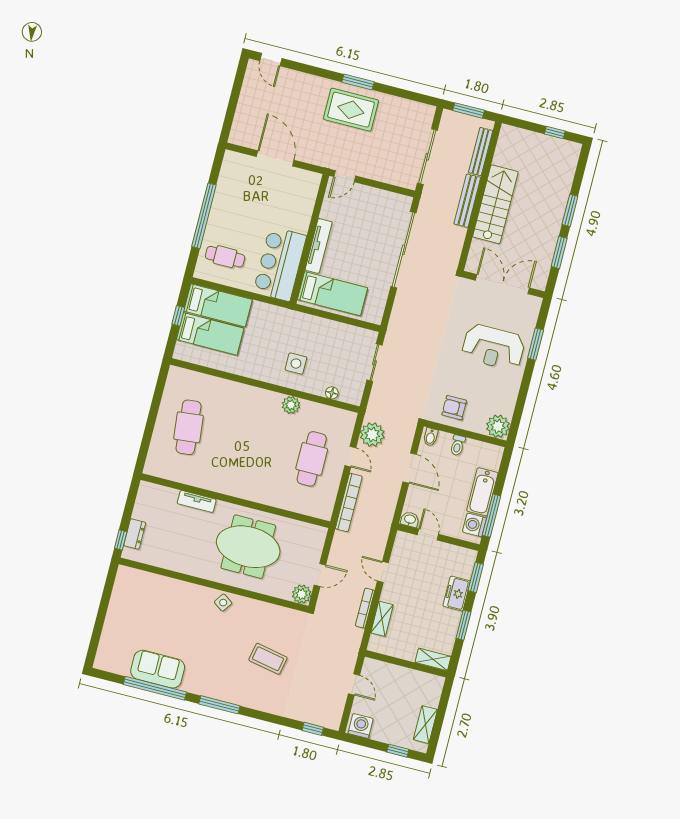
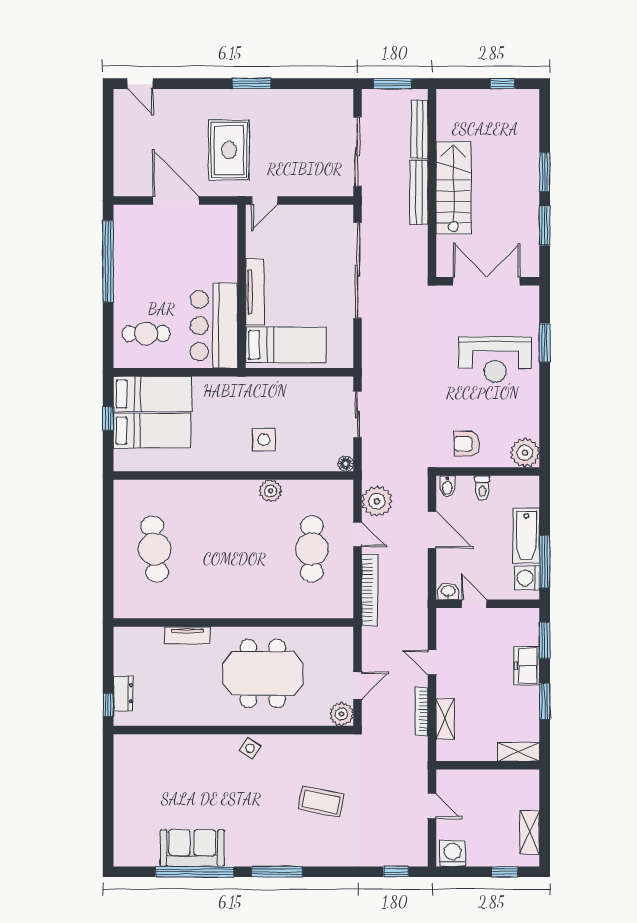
rug: (351, 110) -> (229, 150), moved, turned 90
window: (204, 216) -> (108, 261), moved
floor lamp: (332, 393) -> (346, 464), moved

